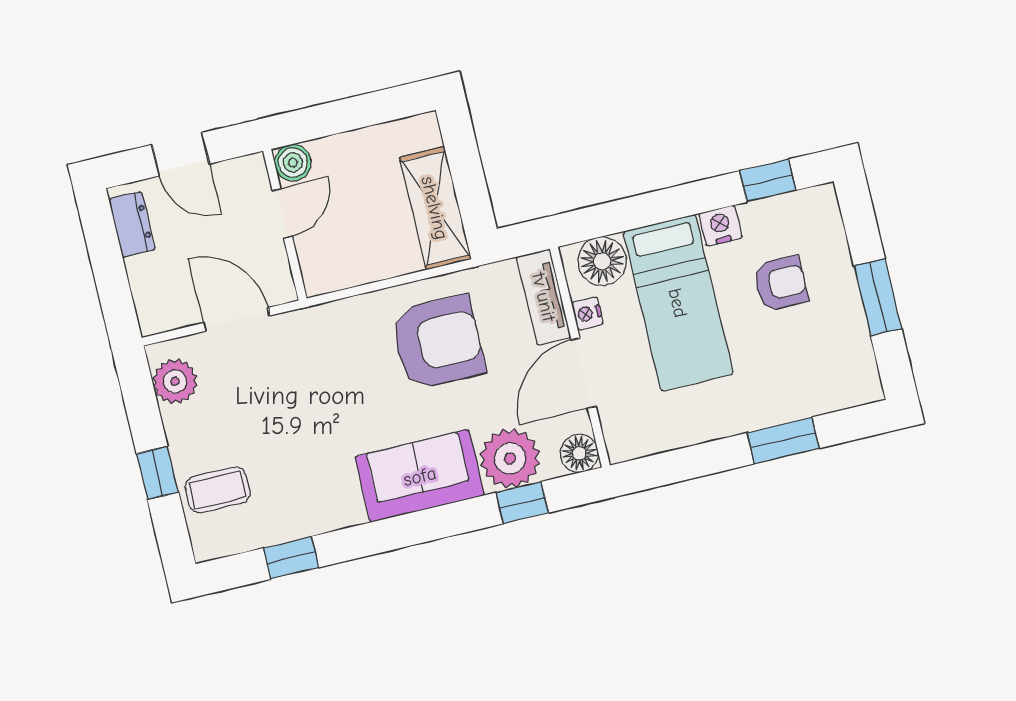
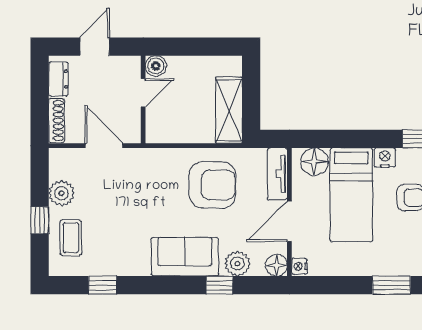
door: (181, 154) -> (95, 47), swing flipped
shoe rack: (145, 296) -> (56, 120), added
nightstand: (587, 314) -> (299, 266), moved
plant: (175, 381) -> (62, 193), moved
plant: (510, 458) -> (237, 264), width x0.73, depth x0.73
coffee table: (218, 490) -> (71, 238), turned 90
window: (522, 503) -> (219, 285), moved

